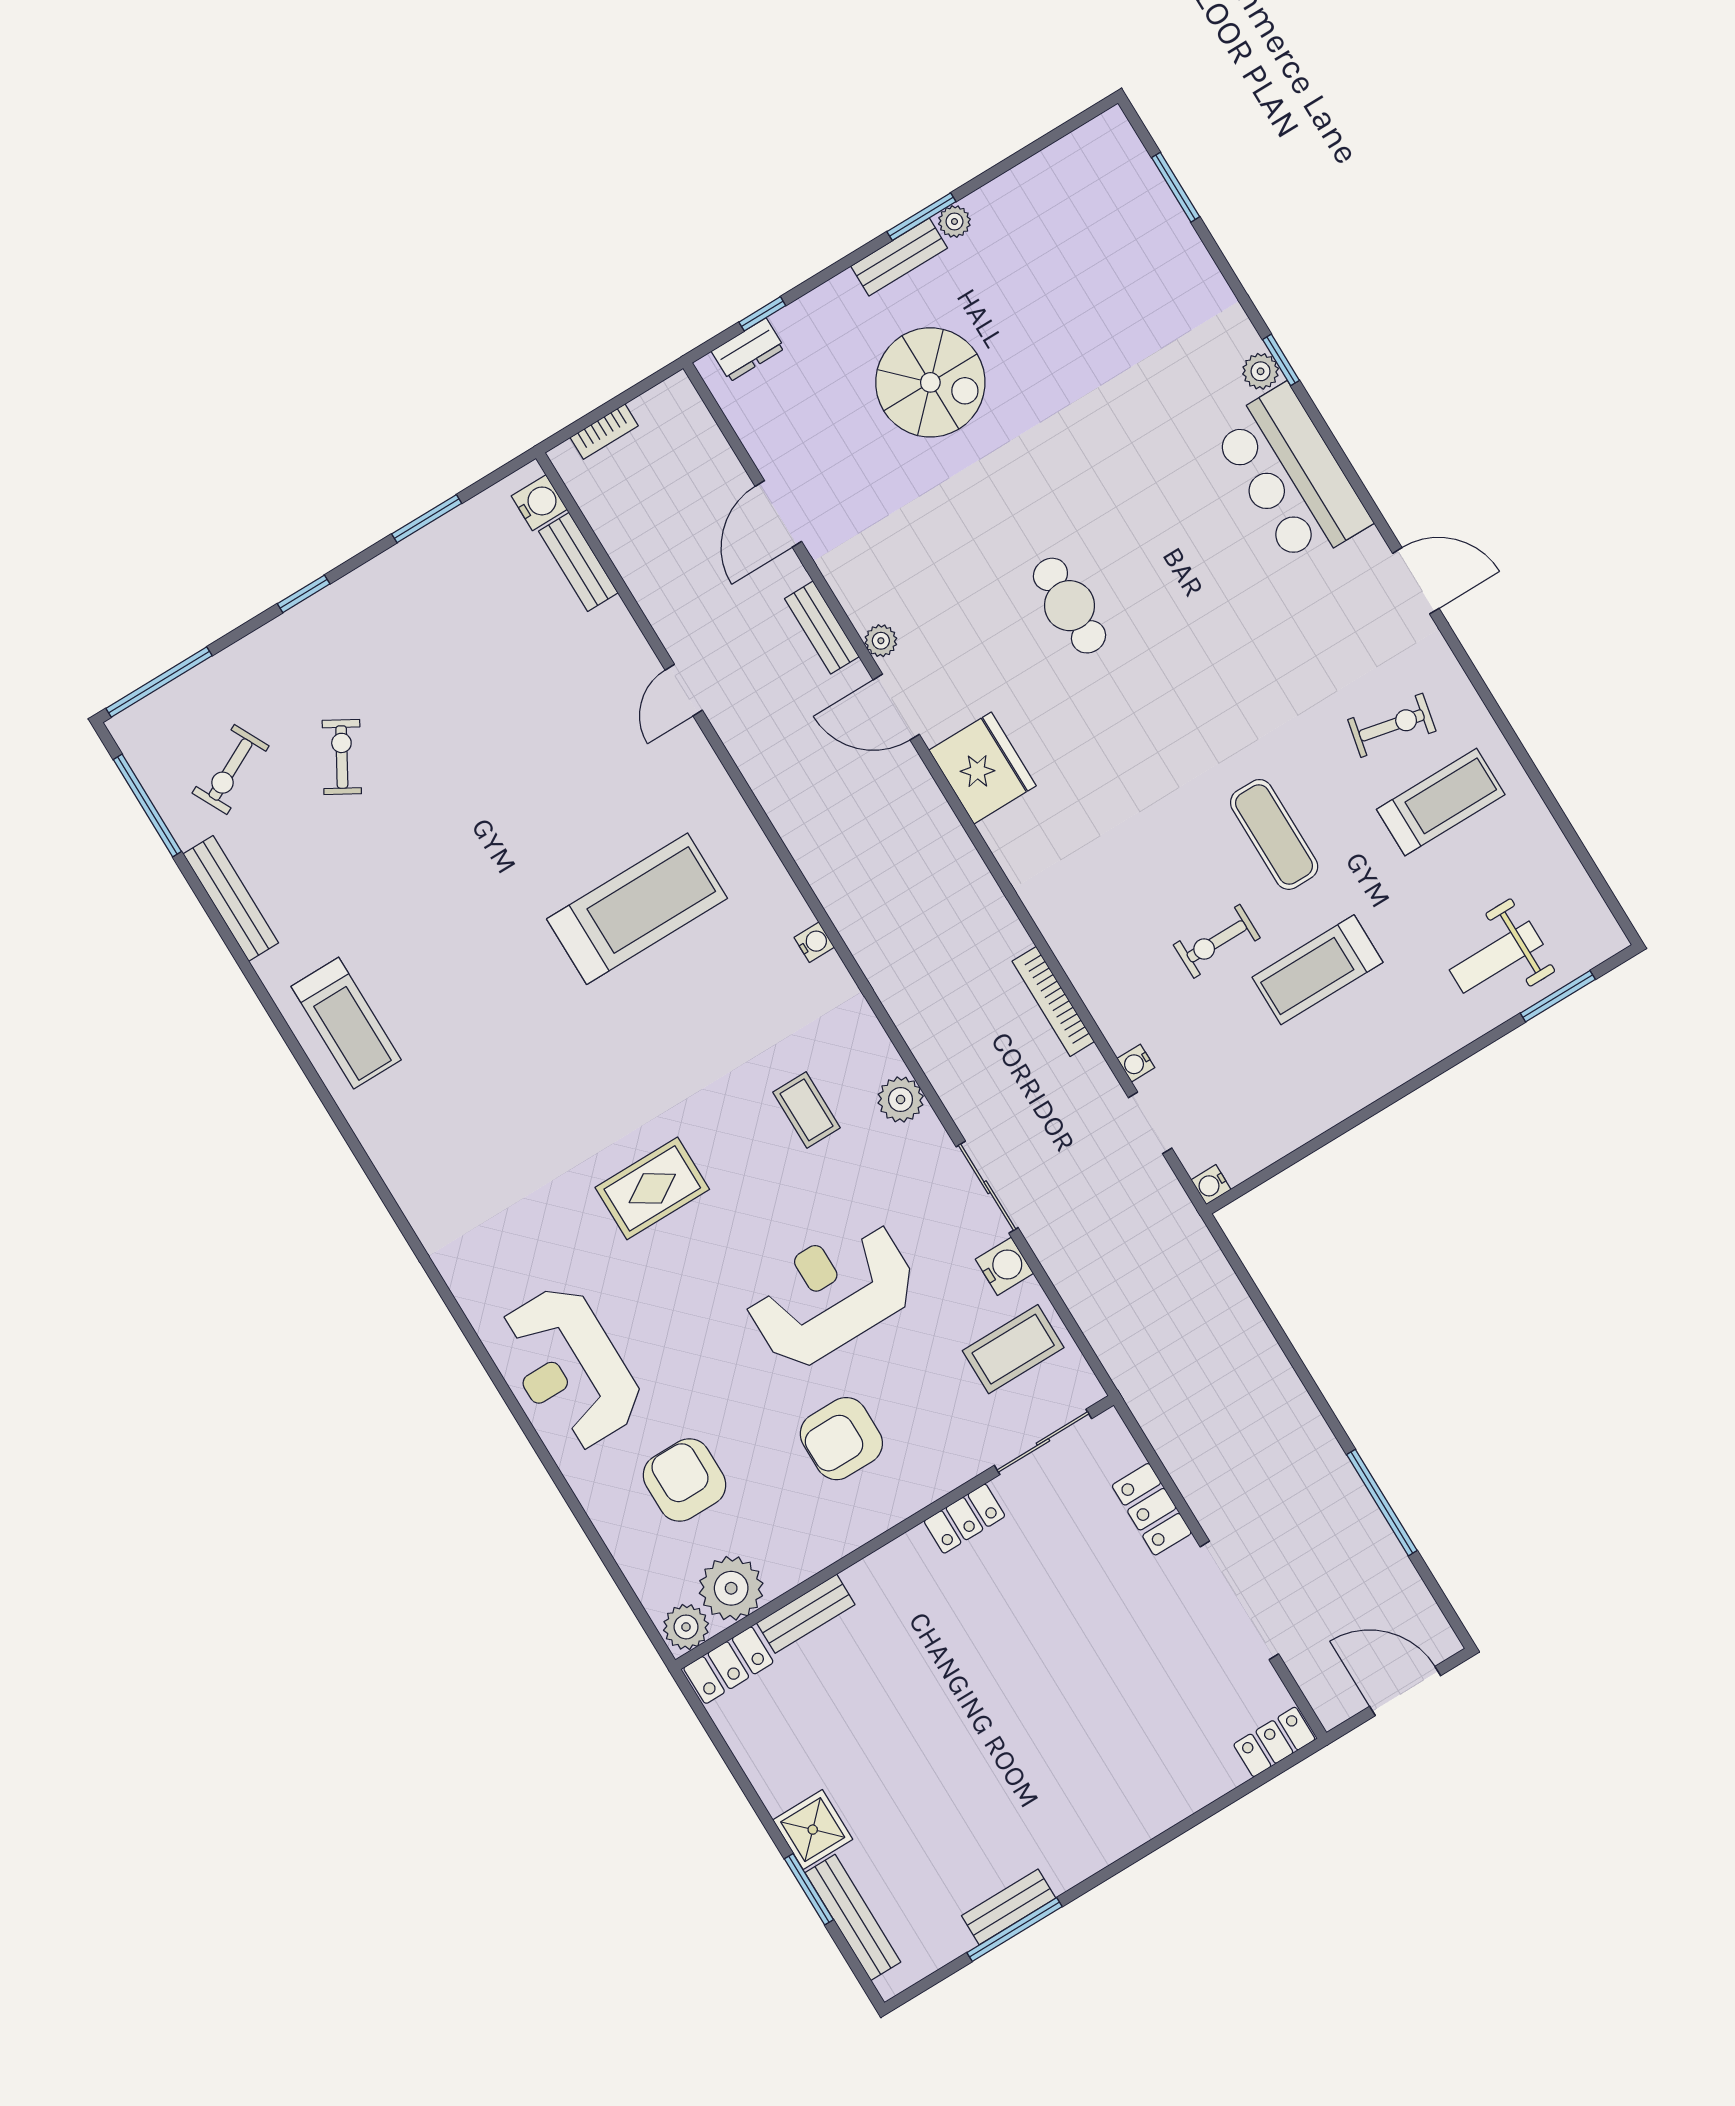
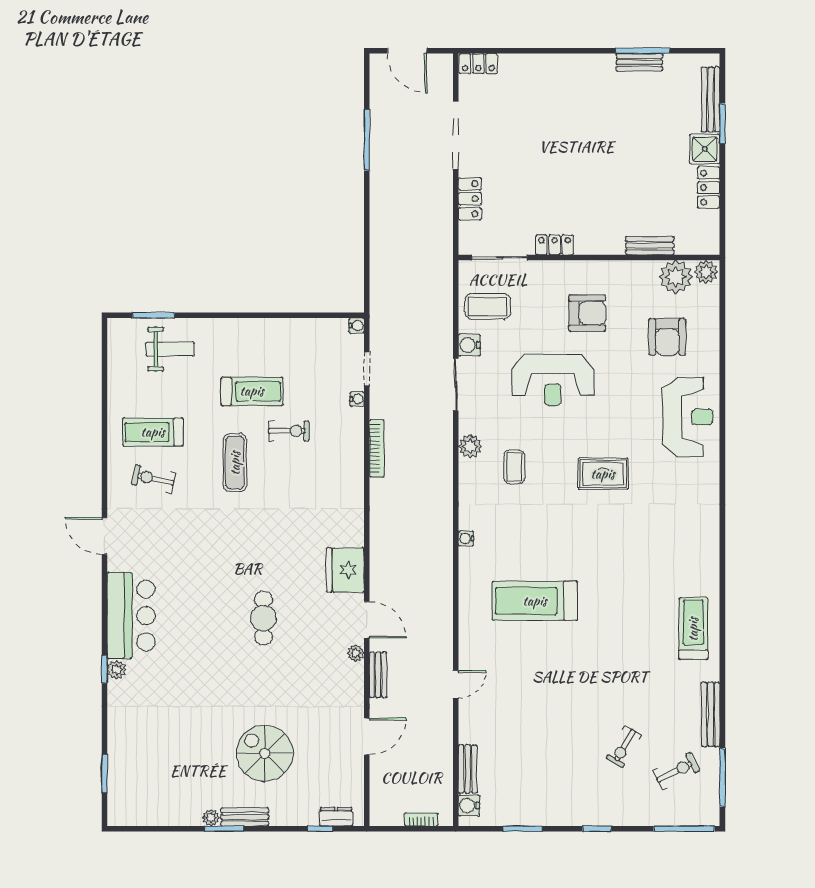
locker: (728, 1665) -> (709, 188), moved, turned -90

